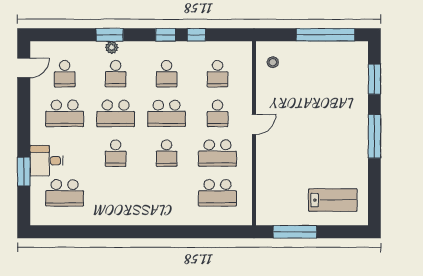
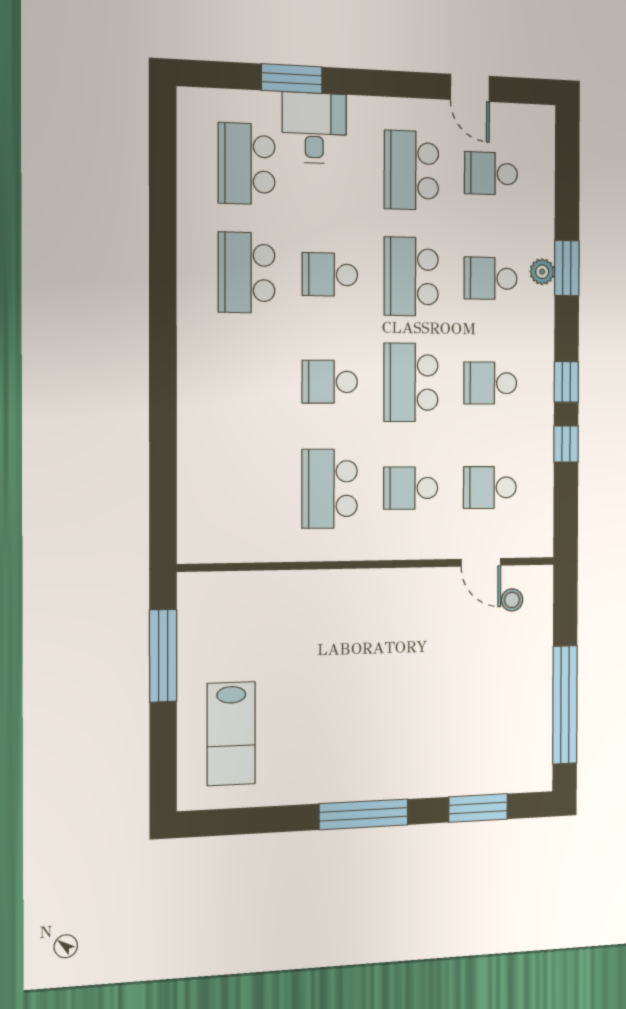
door: (24, 68) -> (470, 88), moved
door: (254, 124) -> (481, 562), moved
school desk: (218, 193) -> (247, 273), moved

